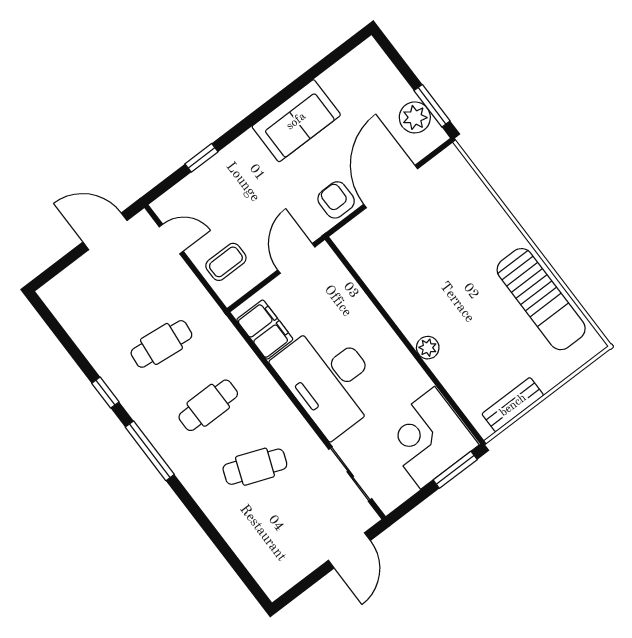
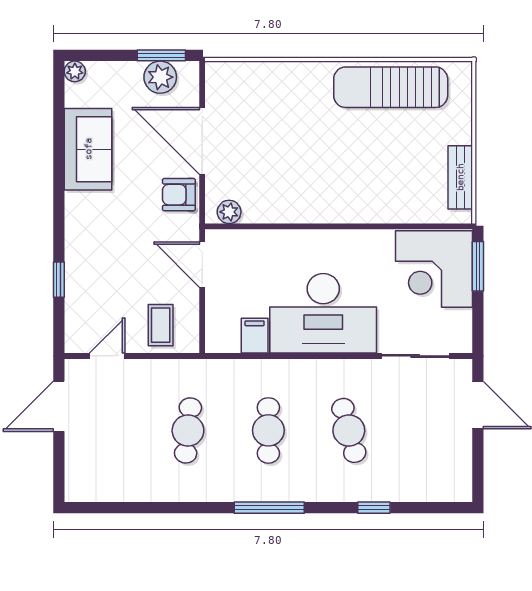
plant: (370, 49) -> (75, 71), added
sofa: (296, 121) -> (88, 149), moved
sun lounger: (541, 299) -> (391, 87), turned 180
filing cabinet: (265, 330) -> (255, 336), width x0.50
plant: (428, 348) -> (229, 212), moved
window: (105, 393) -> (374, 508), moved
cafe table: (255, 467) -> (349, 430), turned -36

